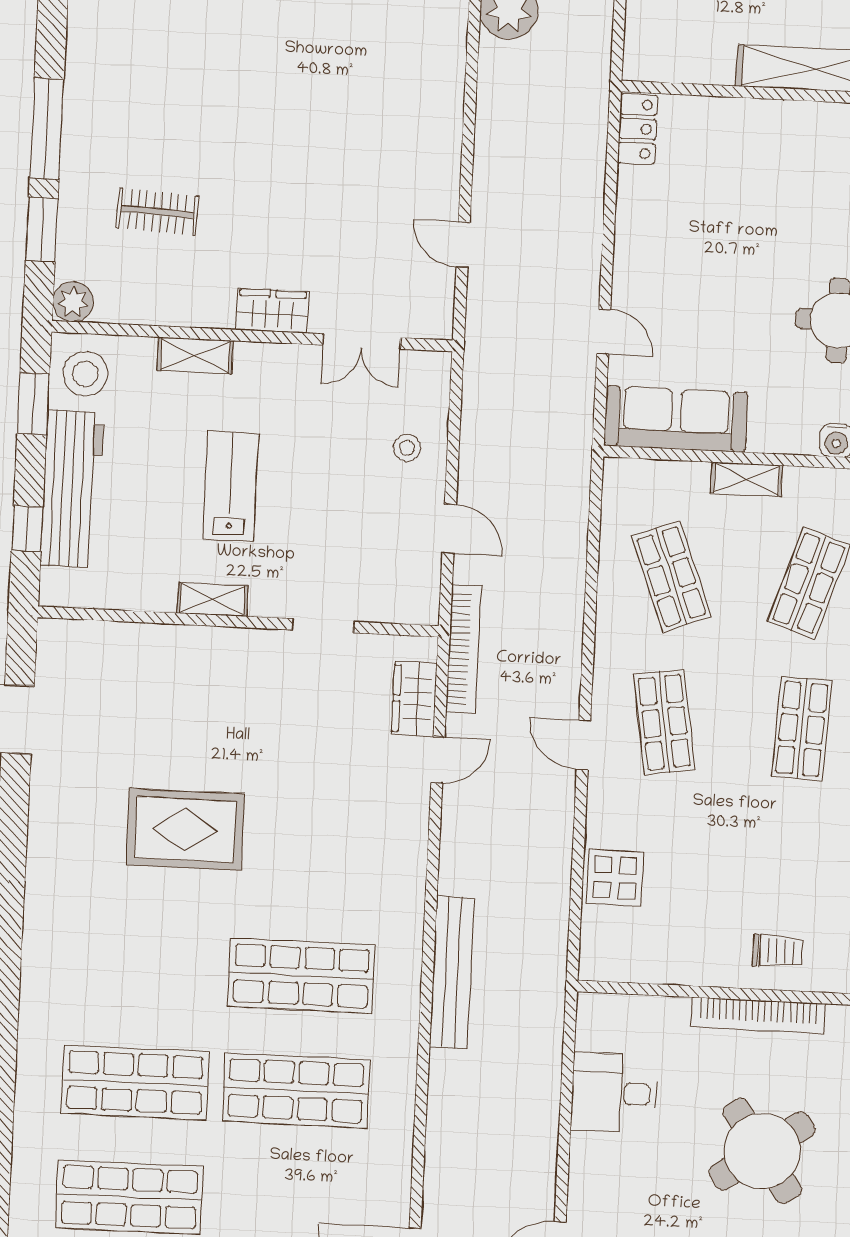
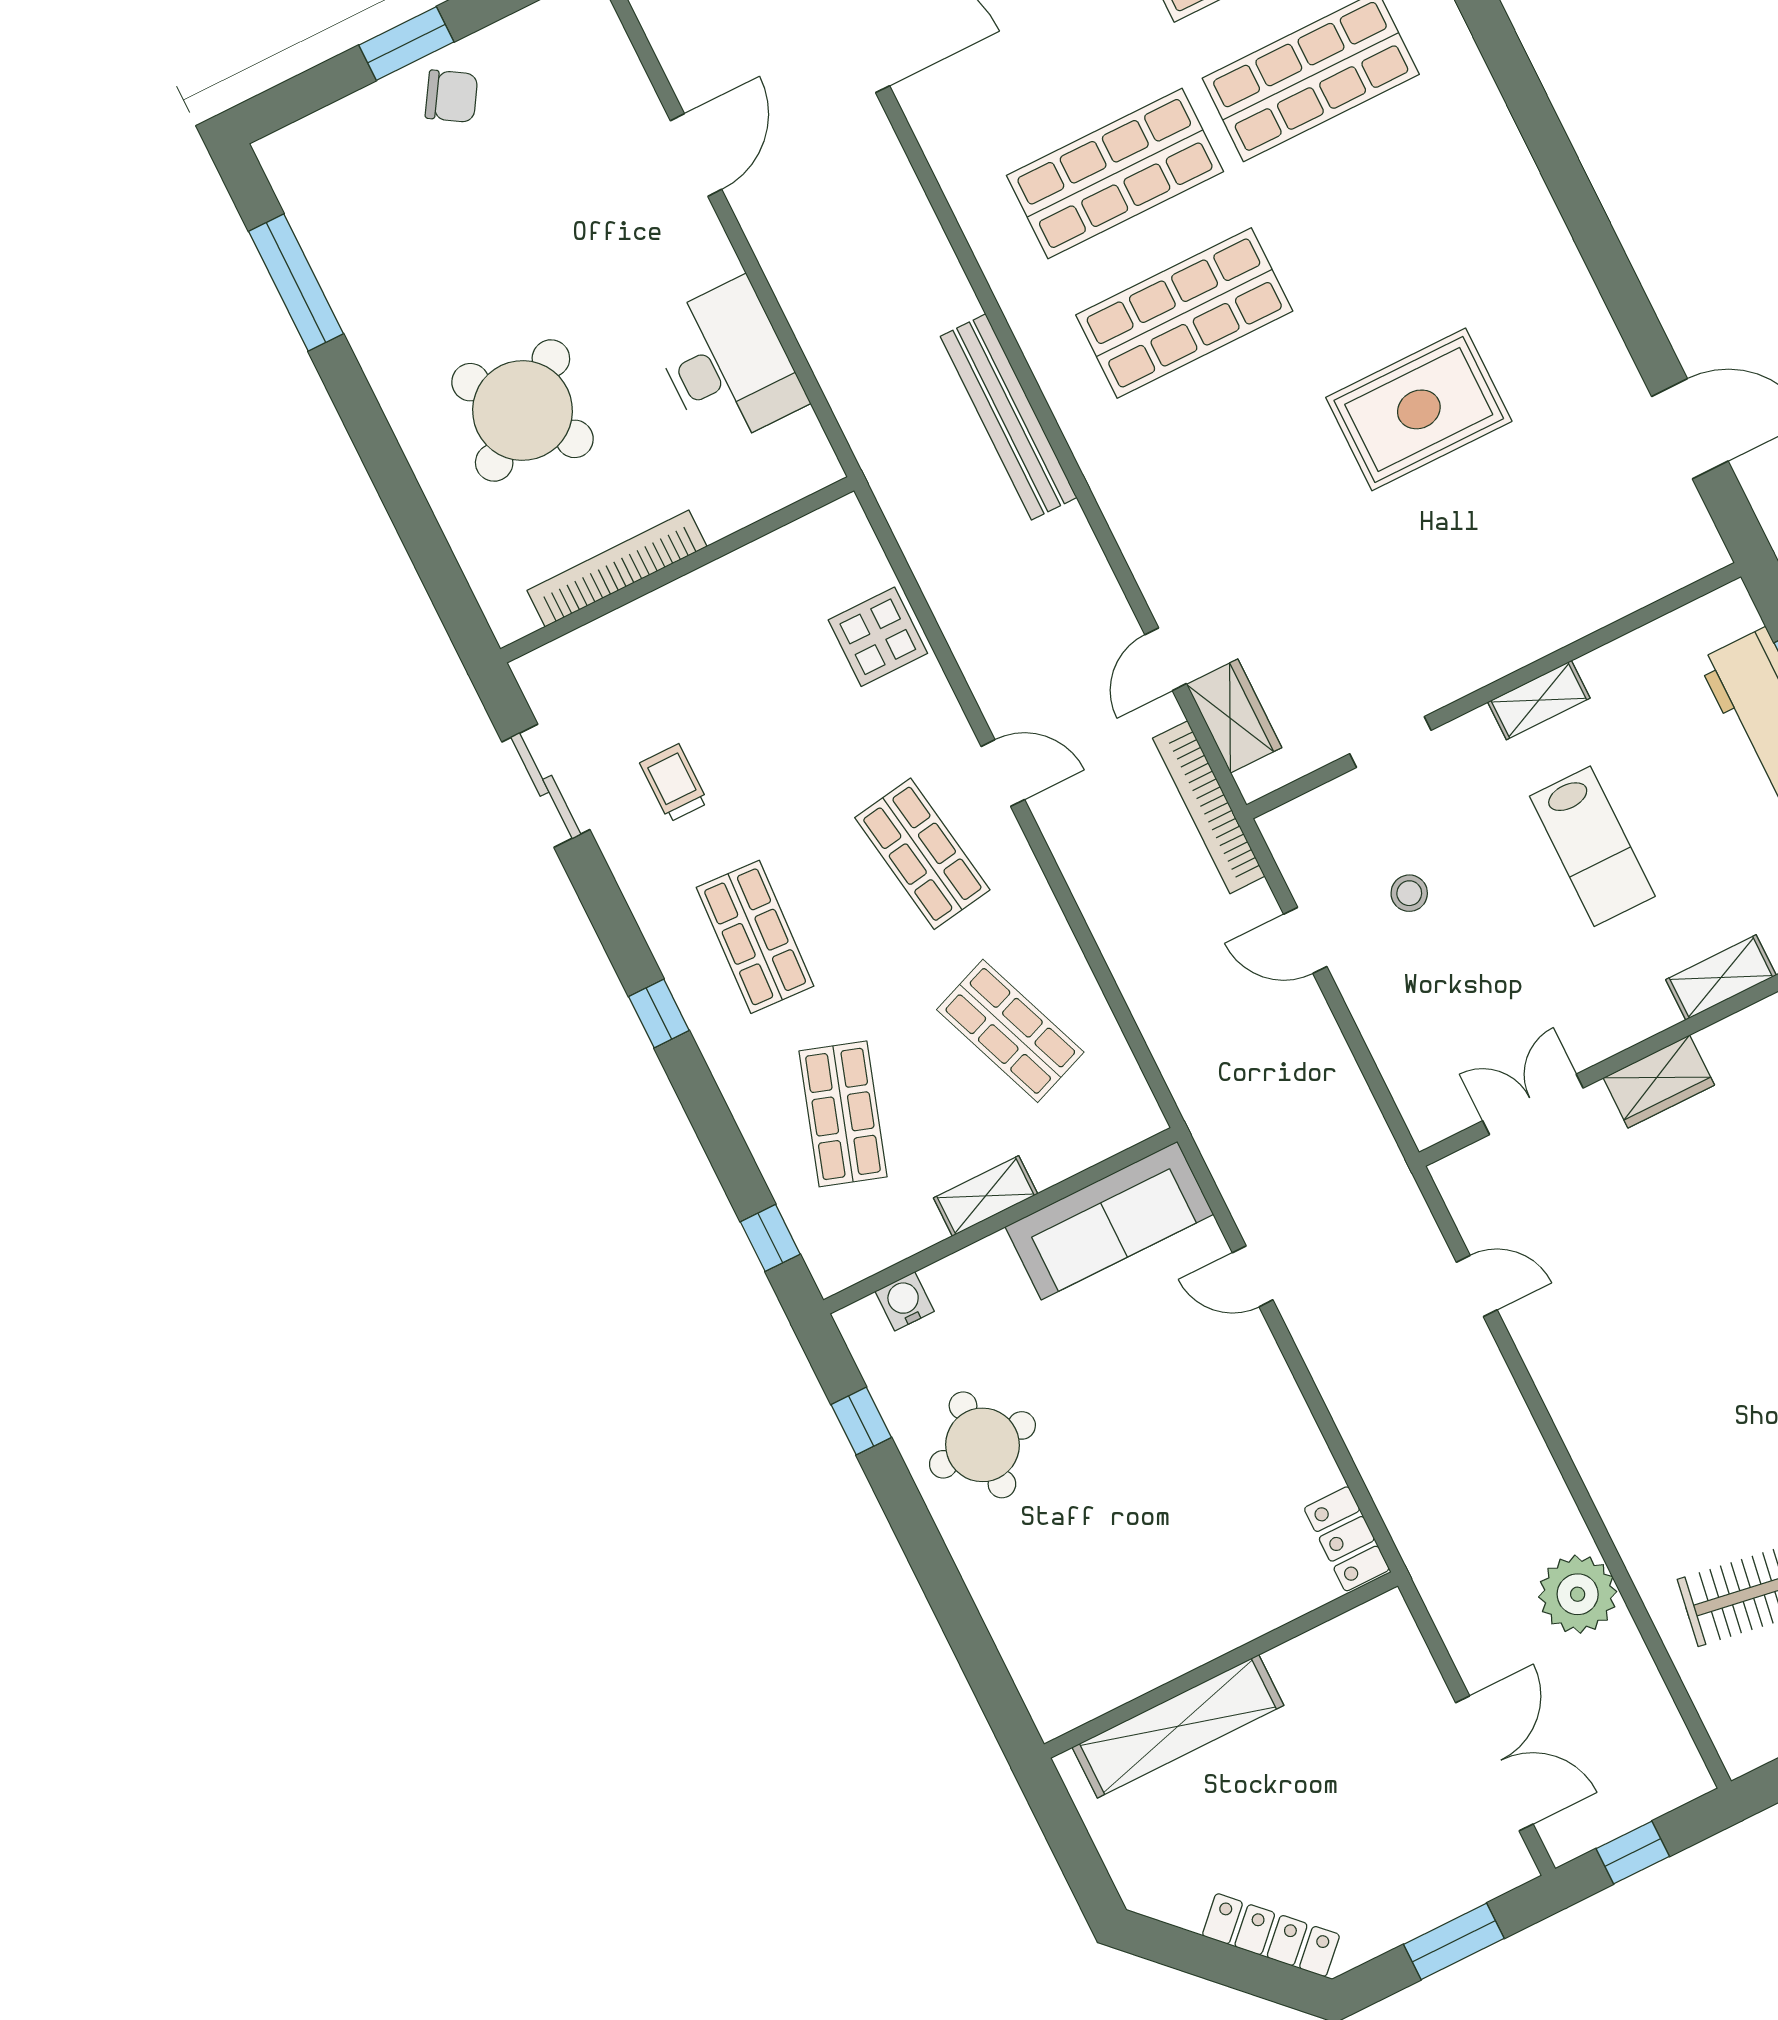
stool: (407, 448) -> (1409, 893), moved
trolley: (778, 951) -> (674, 783), moved, turned 90
desk: (614, 1093) -> (727, 364), width x1.37

